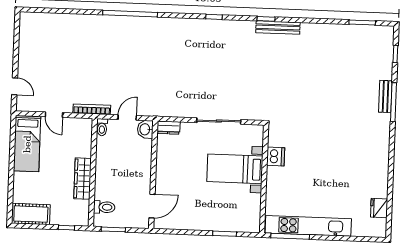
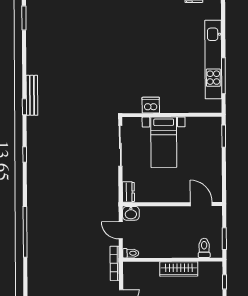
dishwasher: (276, 157) -> (151, 105), moved
bed with nightstands: (235, 169) -> (164, 142), moved
wall: (264, 179) -> (172, 115), moved

